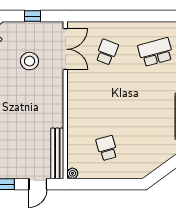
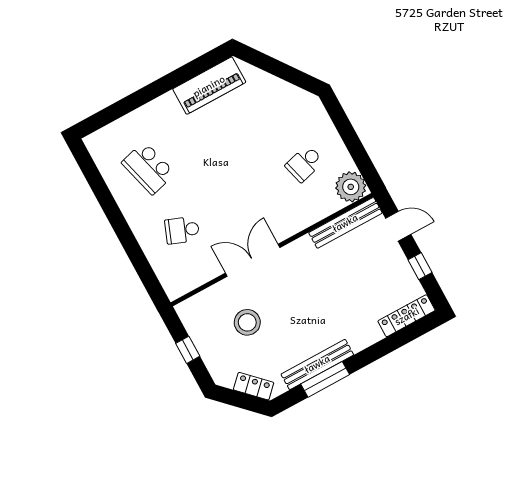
double door: (65, 49) -> (253, 260), moved
plant: (72, 173) -> (351, 187), width x1.88, depth x1.88

